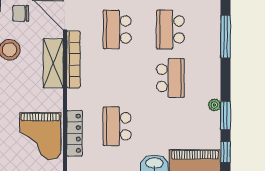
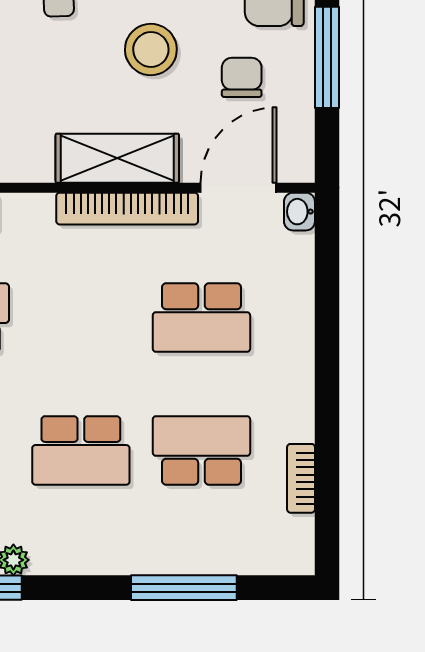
school desk: (117, 29) -> (201, 318), turned 180

